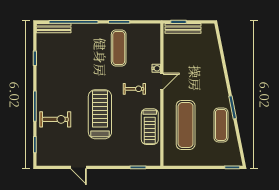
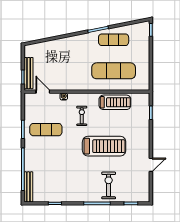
door: (162, 81) -> (43, 92), moved
treadmill: (100, 114) -> (104, 146), turned 180

